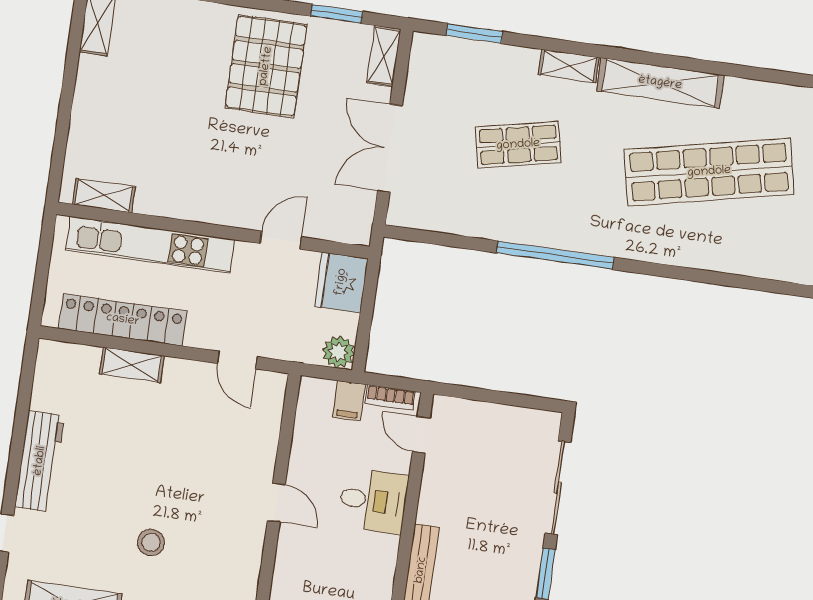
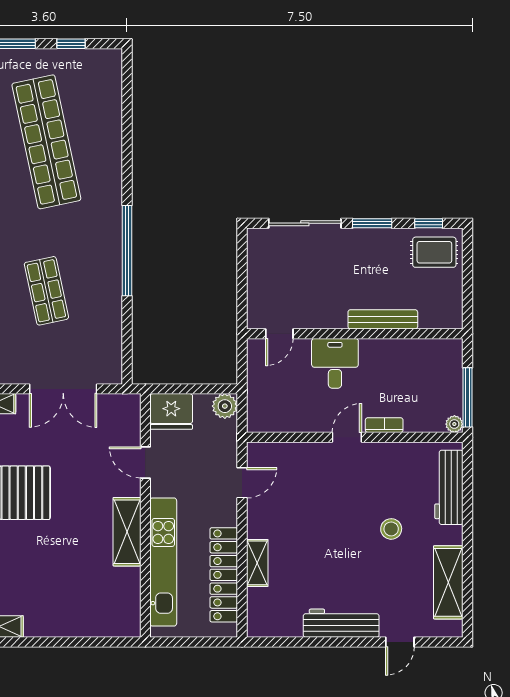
shelving: (104, 195) -> (127, 532), moved, width x1.50, depth x1.33
bookcase: (390, 398) -> (384, 425), moved, turned -90
filing cabinet: (349, 401) -> (261, 393), removed

